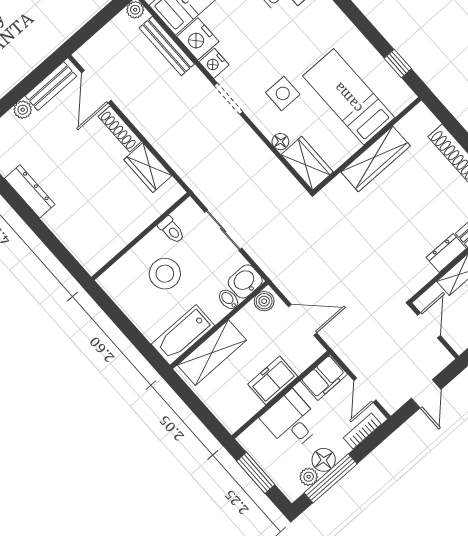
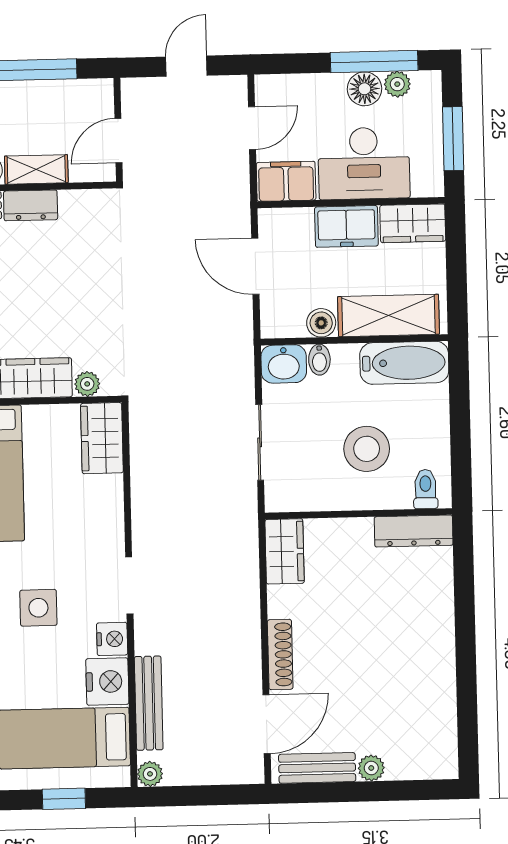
side table: (283, 93) -> (38, 608), moved
floor lamp: (280, 142) -> (111, 488), removed
wardrobe: (148, 168) -> (285, 551), moved
plant: (339, 185) -> (87, 384), added
dresser: (30, 191) -> (414, 531), moved, turned -90
toilet: (171, 230) -> (426, 489), moved
boiler: (264, 301) -> (321, 323), moved
wardrobe: (240, 411) -> (413, 223), added
desk: (291, 421) -> (364, 163), width x1.37
bookcase: (362, 431) -> (294, 85), removed

